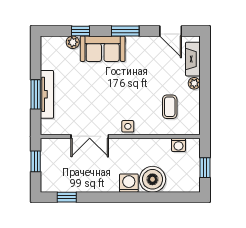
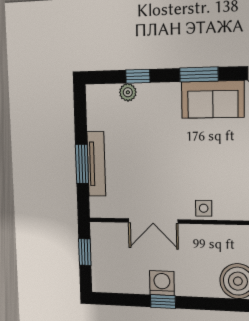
sofa: (103, 49) -> (213, 99), moved
washing machine: (129, 183) -> (162, 283), moved
window: (67, 197) -> (163, 301), moved

